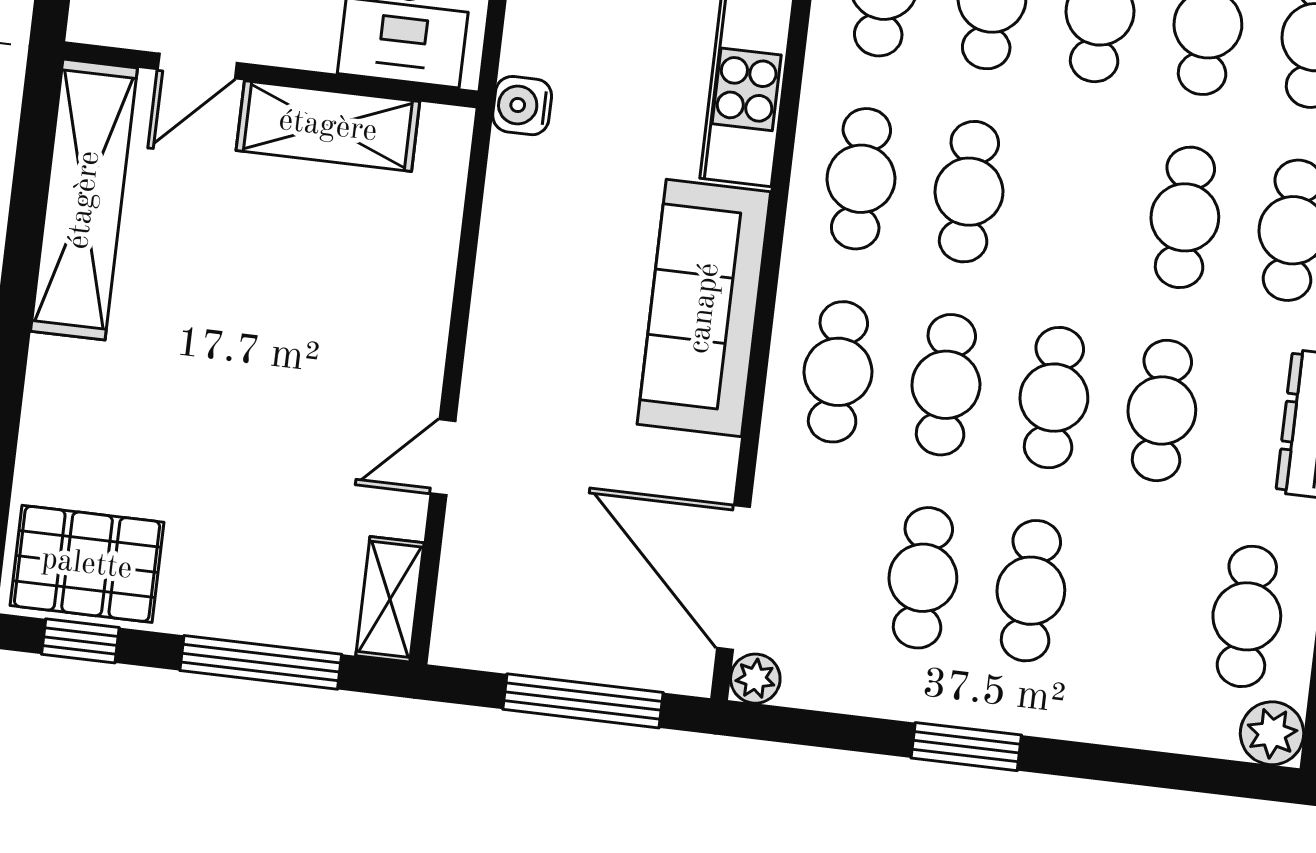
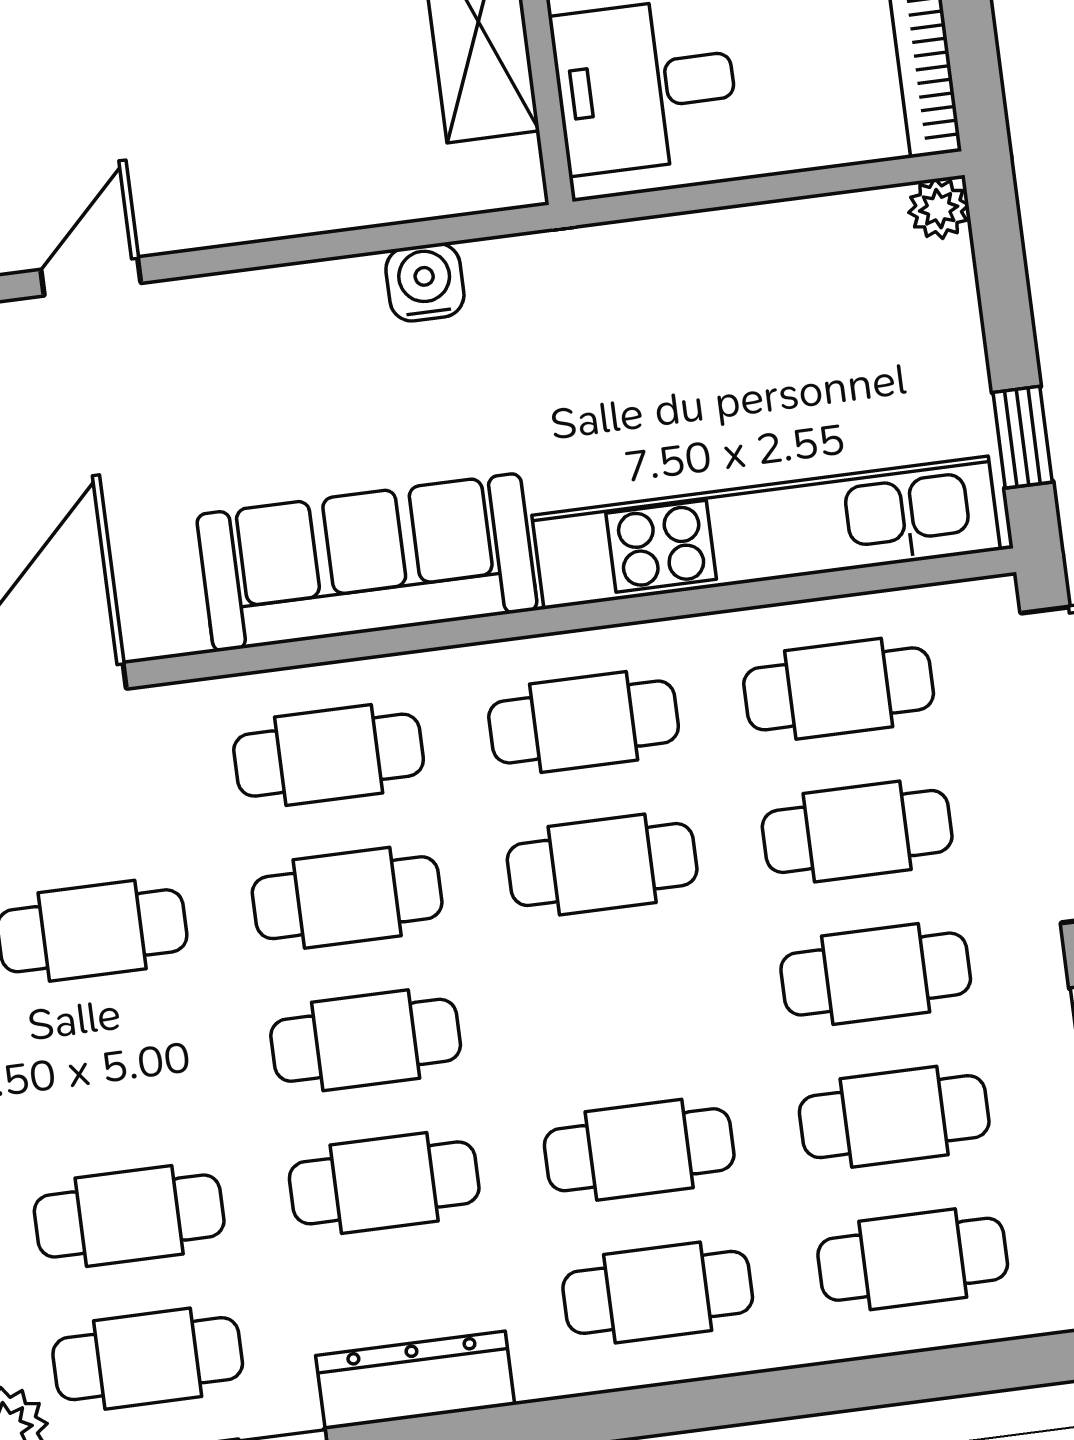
water cooler: (522, 106) -> (425, 282), moved
door: (443, 457) -> (91, 276), hinge flipped
cafe table: (1031, 591) -> (129, 1216), moved

